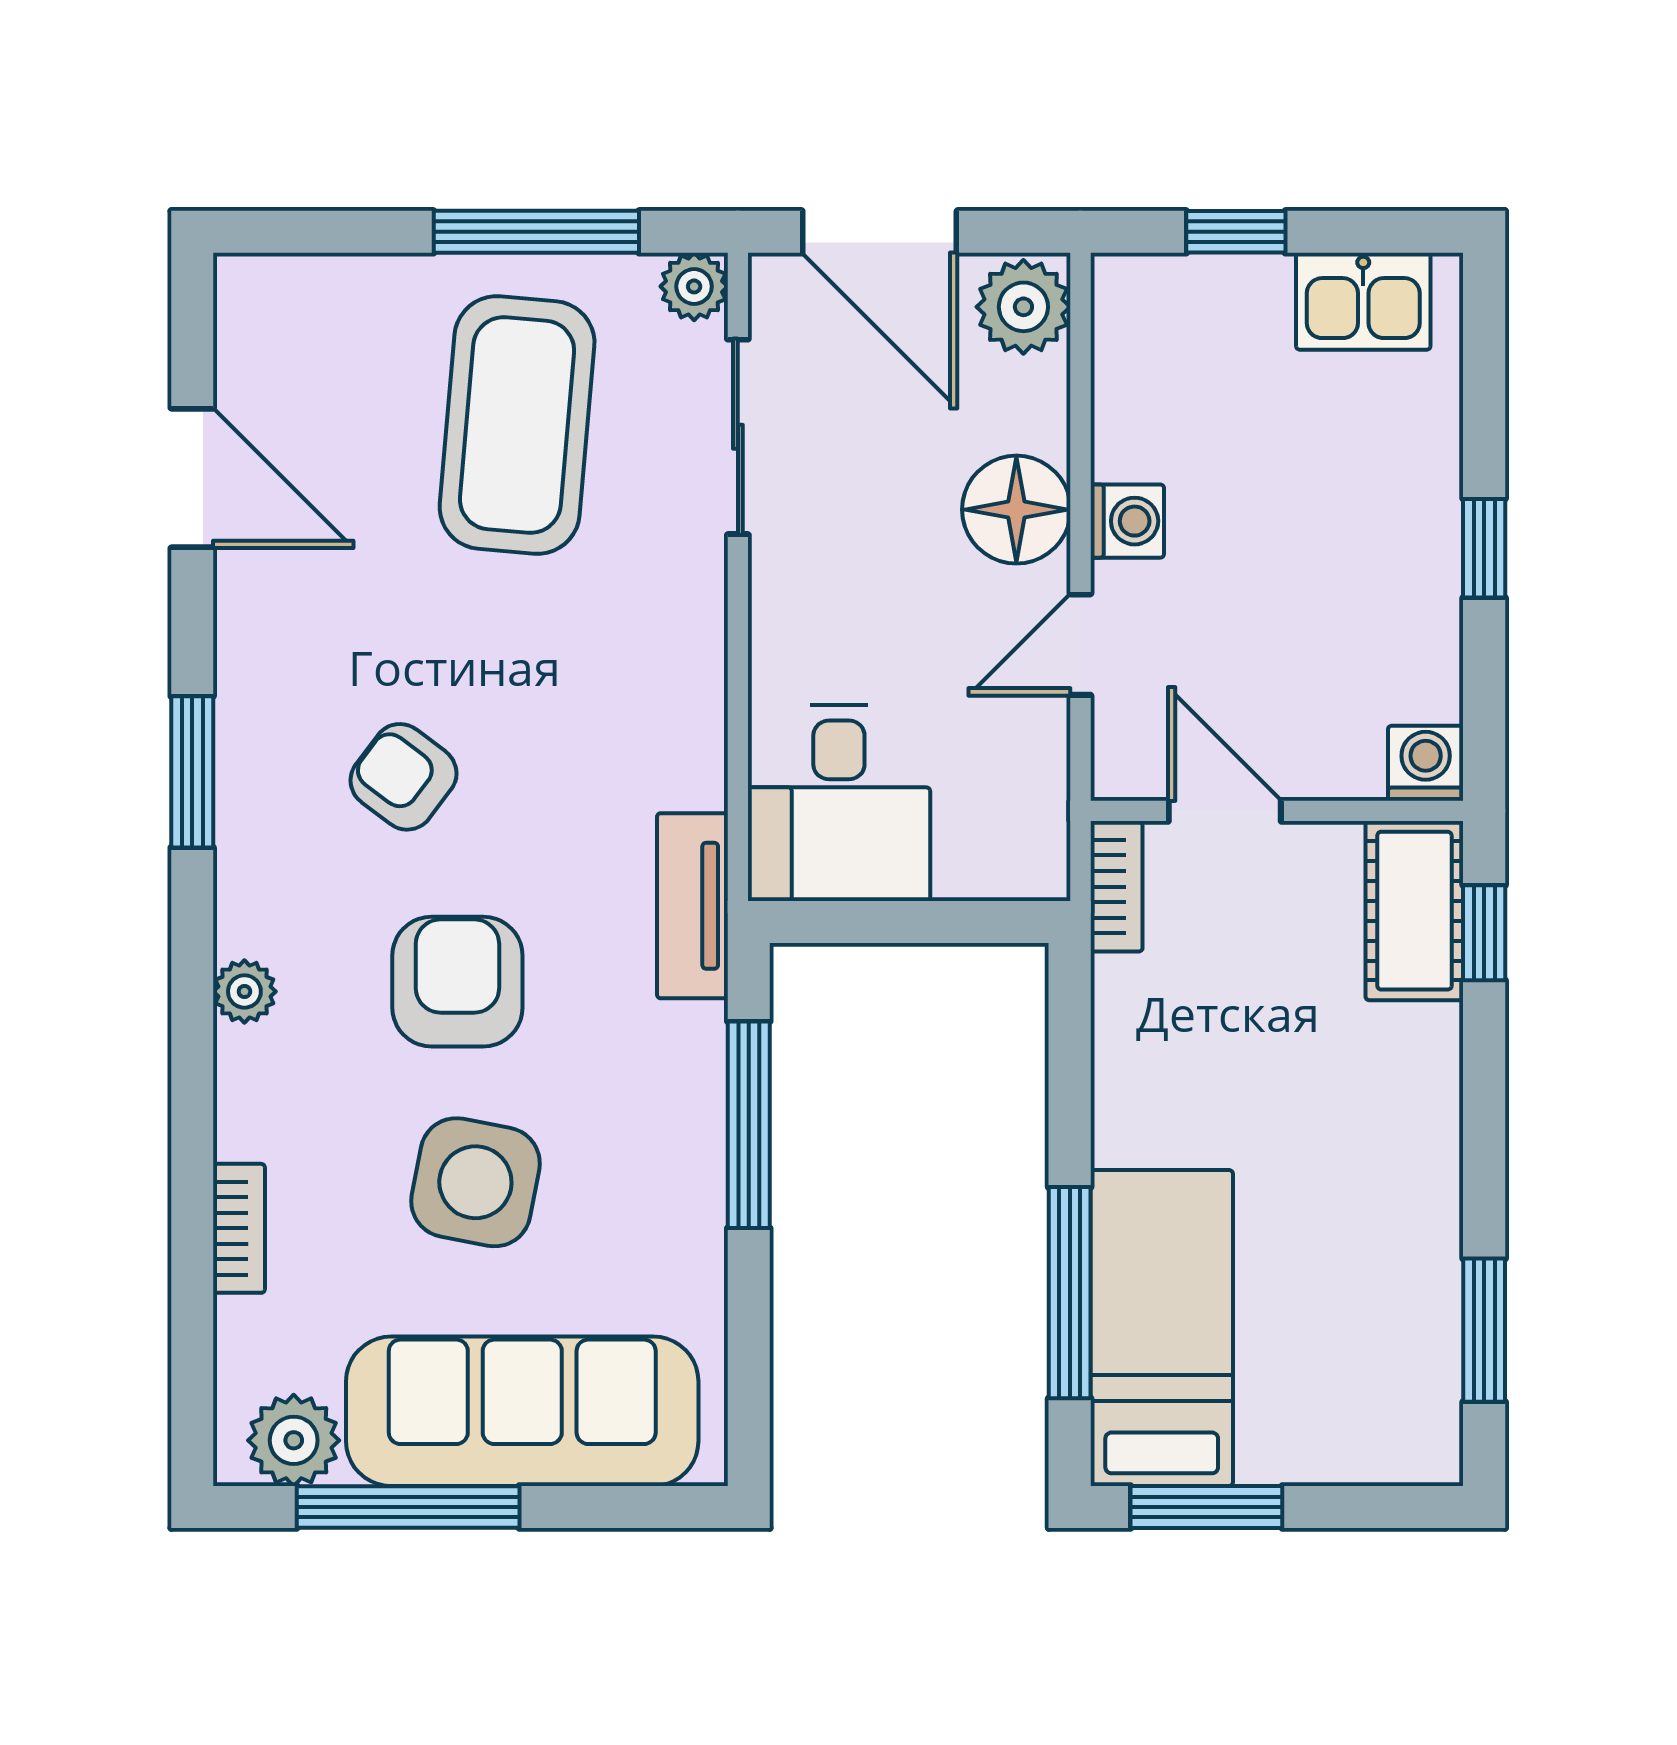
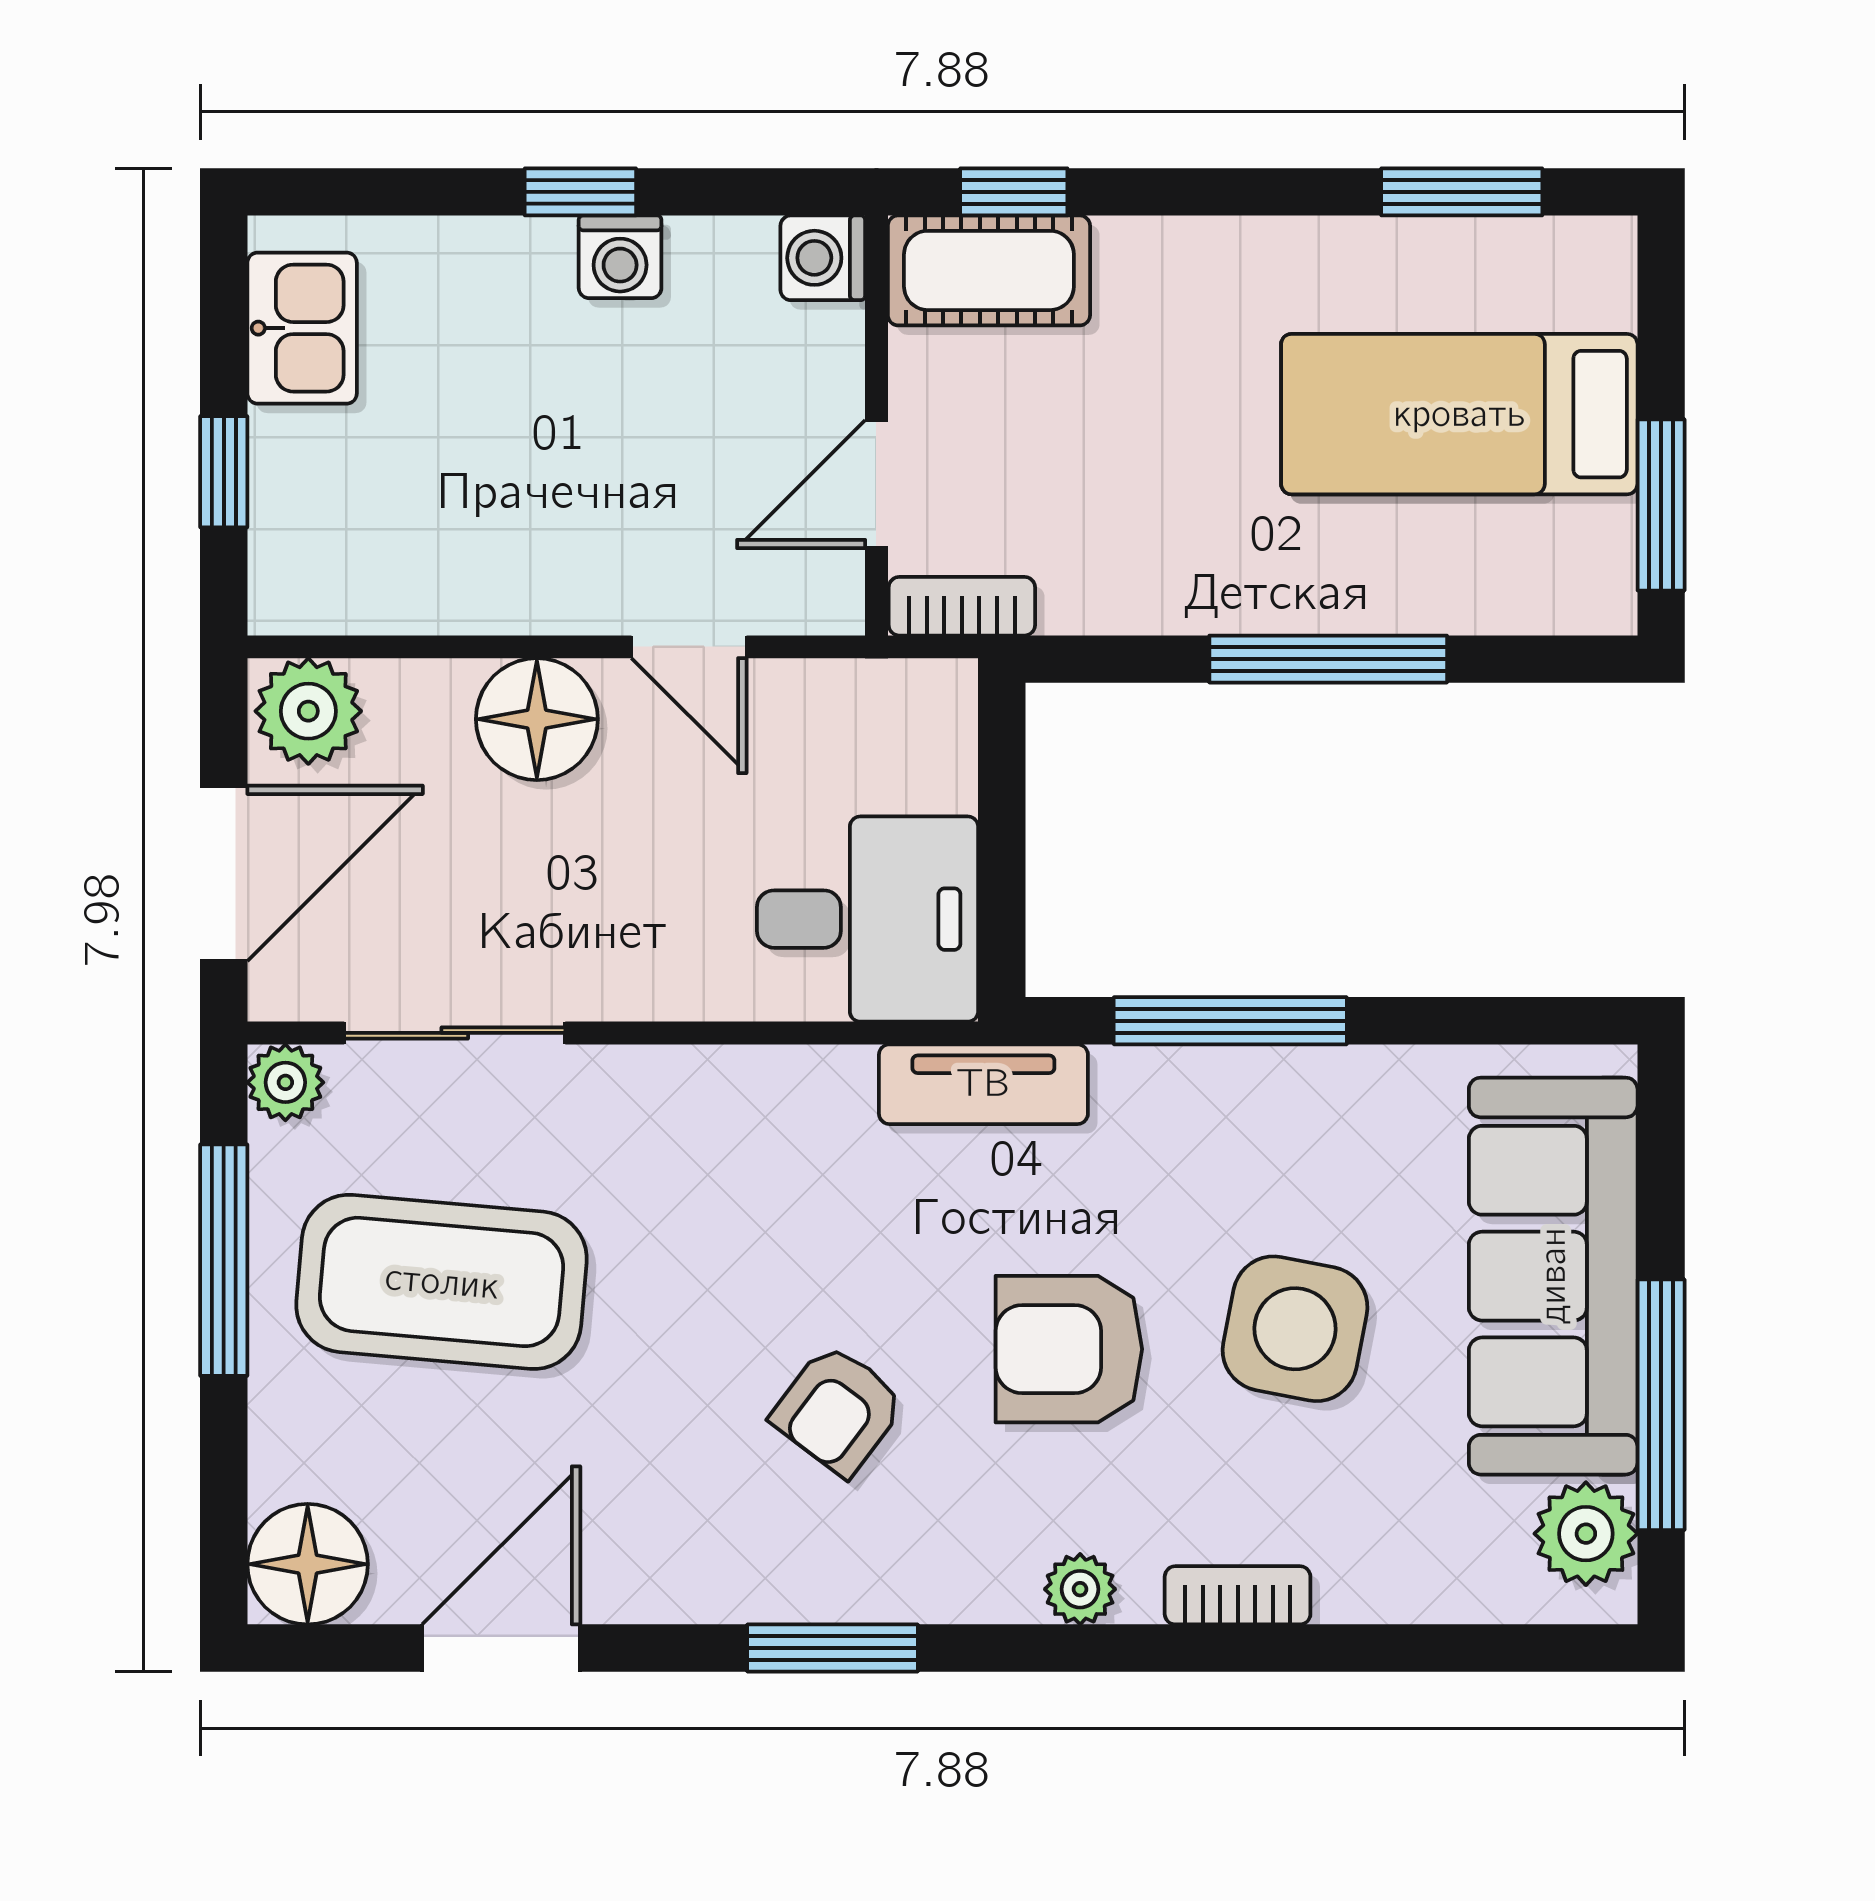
floor lamp: (267, 306) -> (308, 1564), added
washing machine: (1127, 521) -> (620, 257), moved, turned 180
bookcase: (239, 1228) -> (1238, 1595), moved
window: (1070, 1293) -> (1328, 659), moved
bed: (1162, 1328) -> (1459, 414), moved

